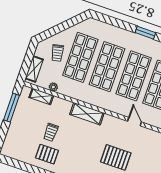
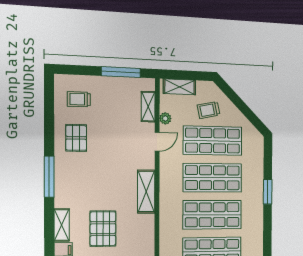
window: (145, 33) -> (268, 192), moved
shelving: (87, 114) -> (146, 192), moved
door: (135, 122) -> (157, 142), moved
trolley: (51, 132) -> (79, 99), moved

